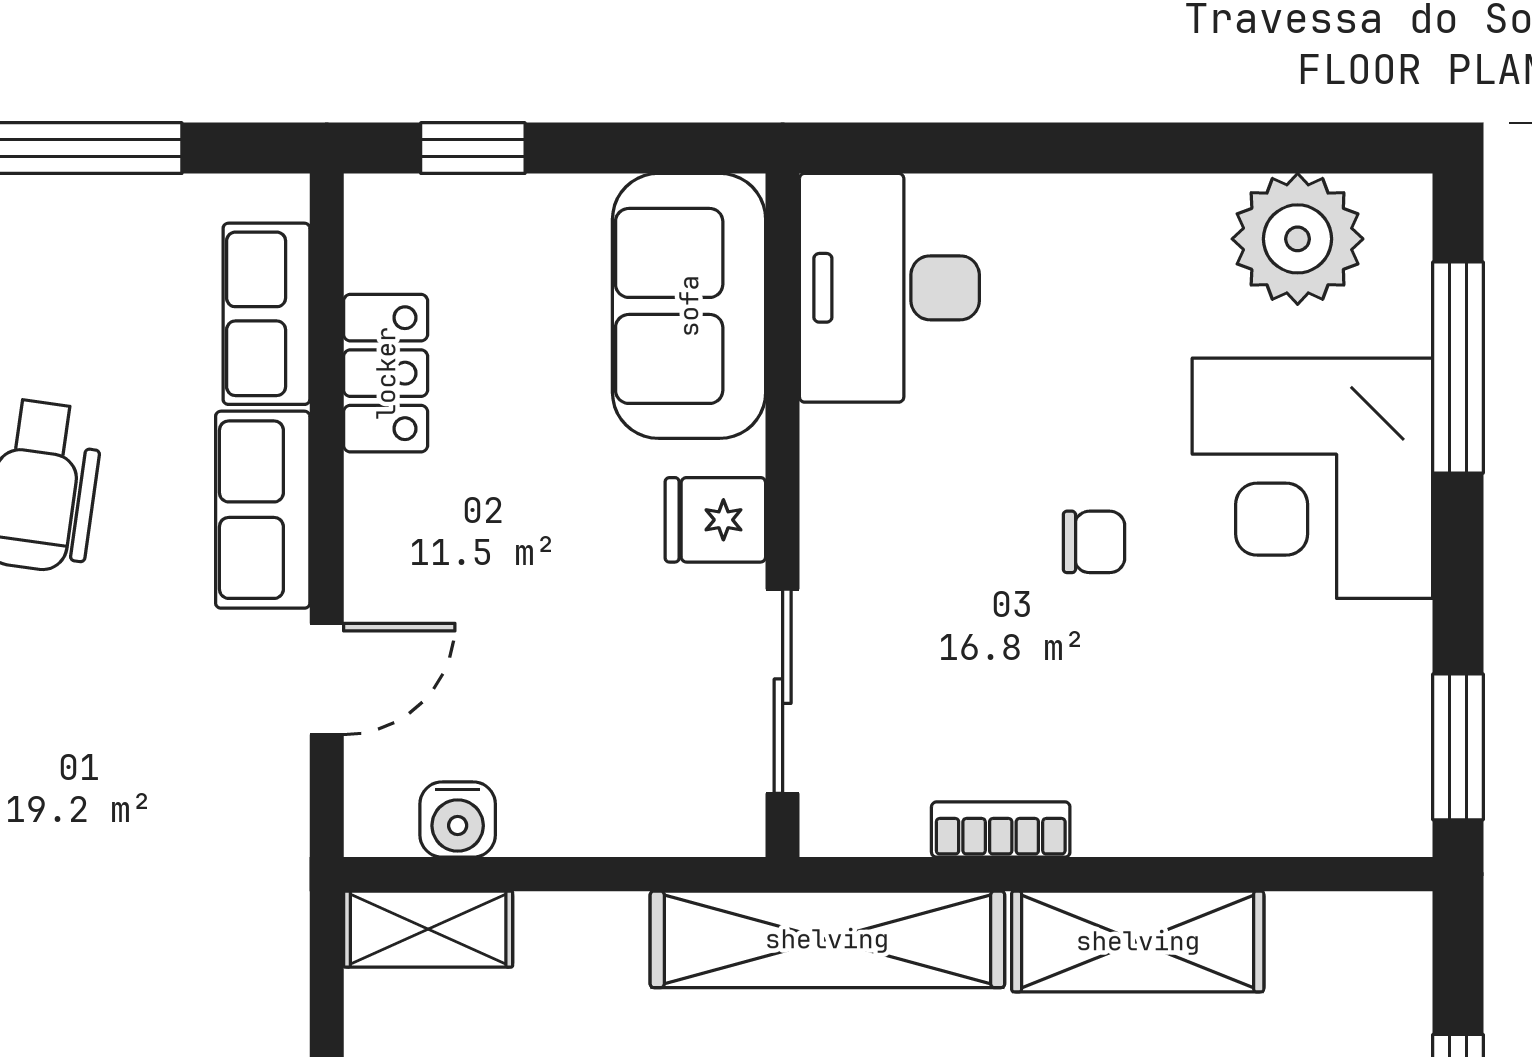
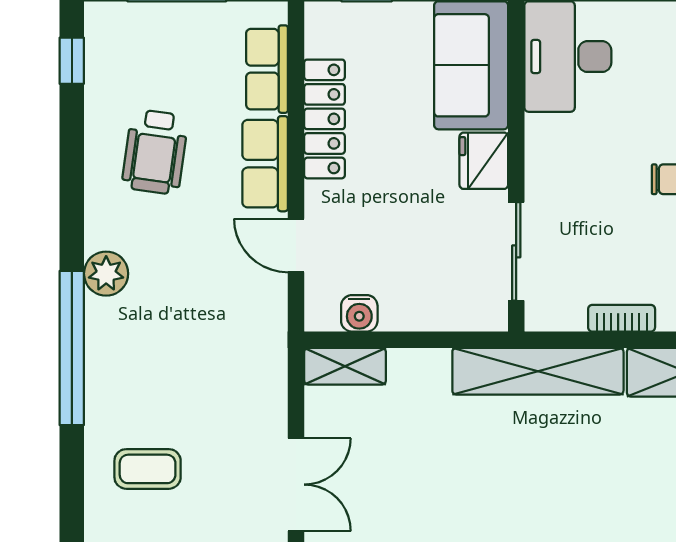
locker: (386, 373) -> (325, 119), width x1.53
fridge: (715, 520) -> (484, 161), width x1.38
door: (327, 679) -> (296, 245), swing flipped

